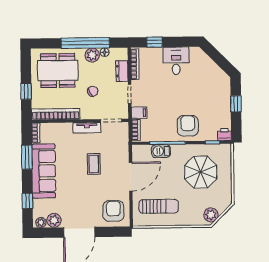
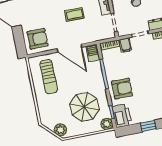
printer: (224, 135) -> (122, 116), width x1.87, depth x1.48
plant: (225, 150) -> (107, 124), added
barbecue: (161, 151) -> (93, 53), moved
plant: (211, 215) -> (60, 130), moved

